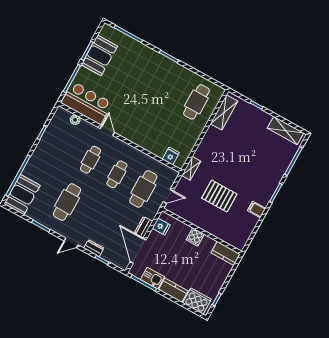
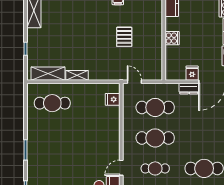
shelving: (191, 168) -> (77, 75), moved
cafe table: (117, 174) -> (155, 138), width x1.37, depth x1.35
door: (168, 196) -> (134, 82), moved
pallet: (219, 196) -> (124, 37), width x0.67, depth x0.71
fridge: (161, 227) -> (192, 73), moved

